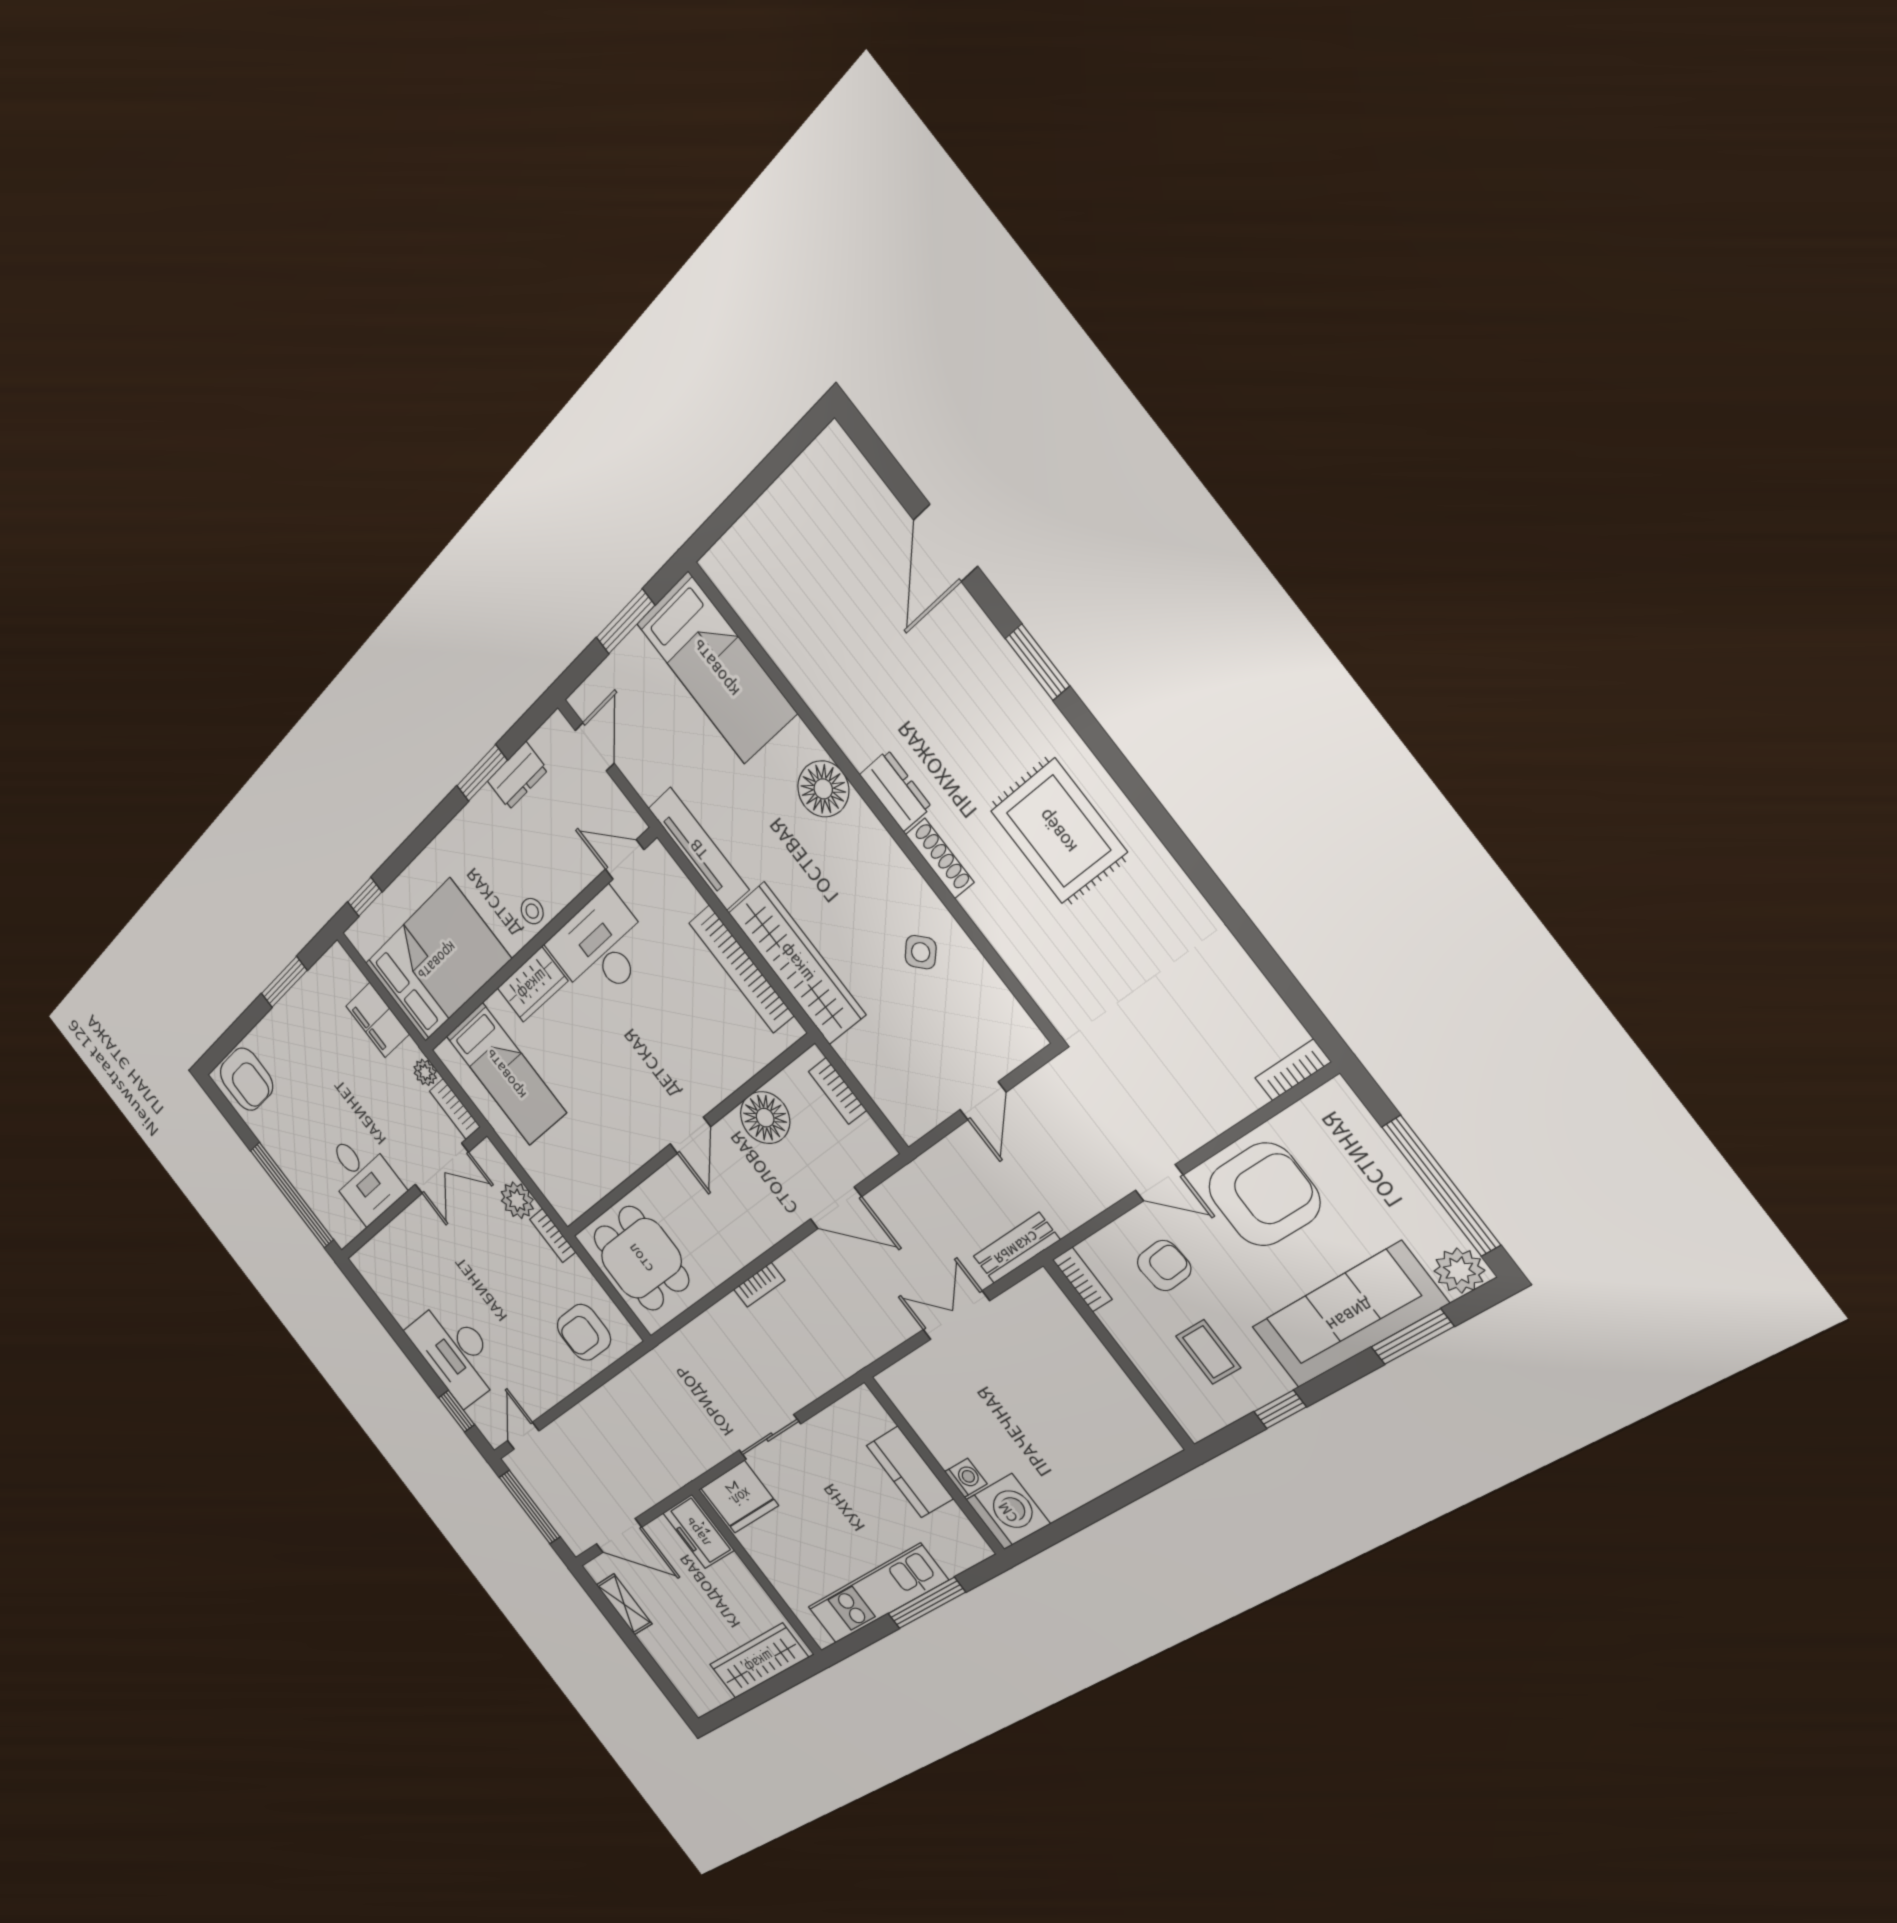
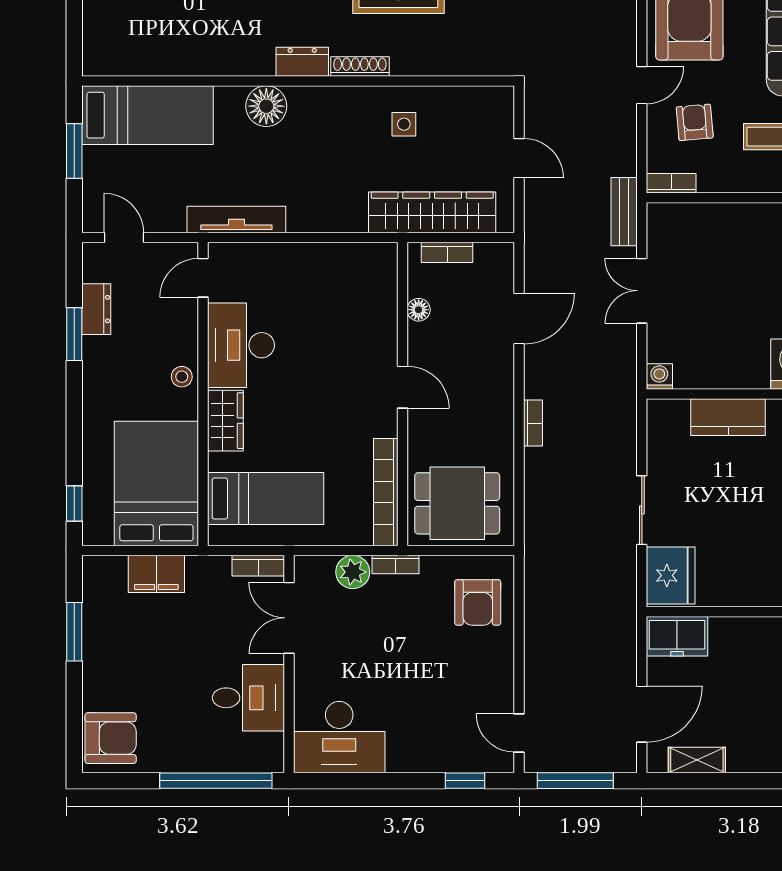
side table: (921, 952) -> (404, 124), turned 45
wardrobe: (797, 963) -> (432, 212), moved
bookcase: (741, 969) -> (386, 492), moved, turned 90
plant: (425, 1072) -> (218, 567), removed
floor lamp: (765, 1118) -> (419, 310), width x0.53, depth x0.53
double door: (442, 1168) -> (289, 618), swing flipped
desk: (456, 1353) -> (339, 737), moved
washing machine: (966, 1478) -> (659, 376), moved

